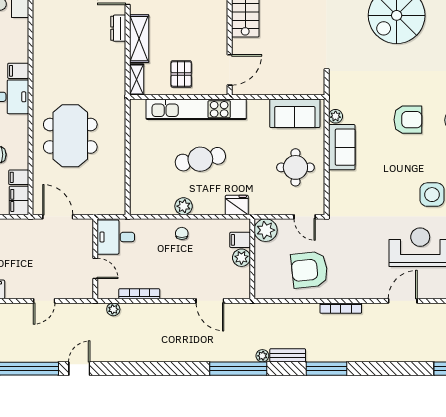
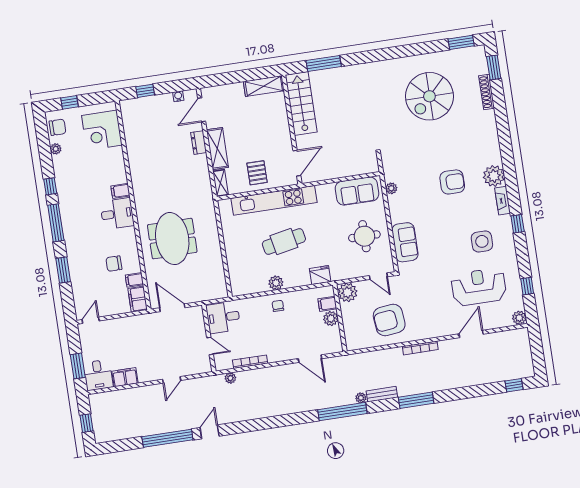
sofa: (342, 147) -> (405, 242), moved

